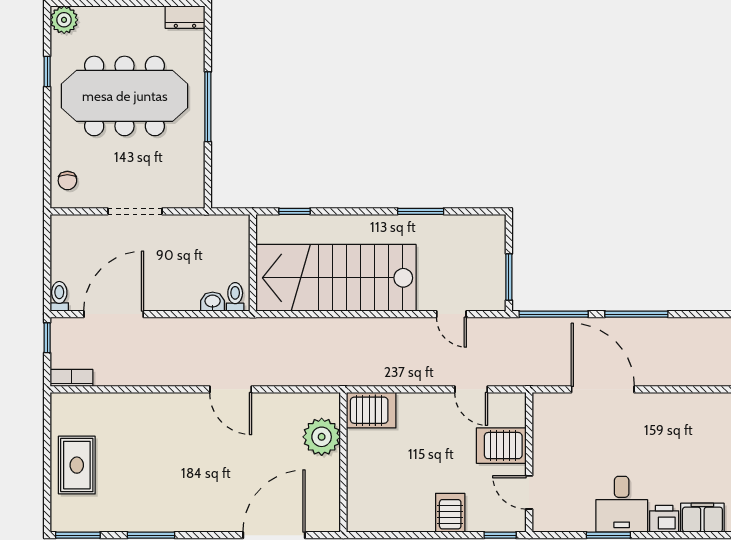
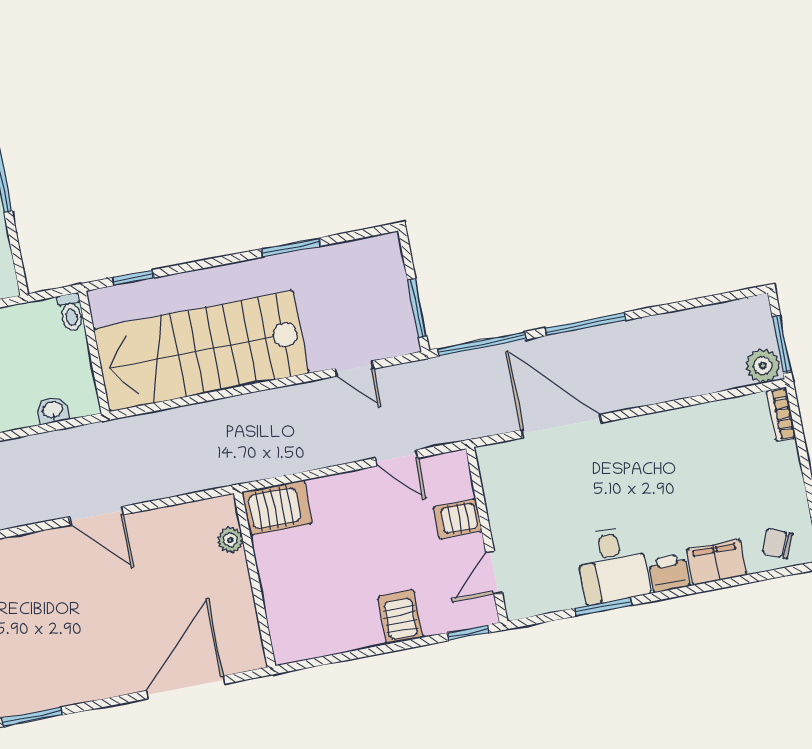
toilet: (235, 297) -> (71, 312), moved, turned 180
plant: (322, 437) -> (230, 540), width x0.53, depth x0.53
server rack: (501, 446) -> (457, 519), width x0.73, depth x0.70
door: (529, 492) -> (494, 573), hinge flipped

